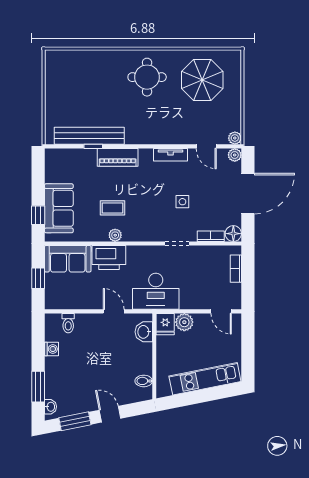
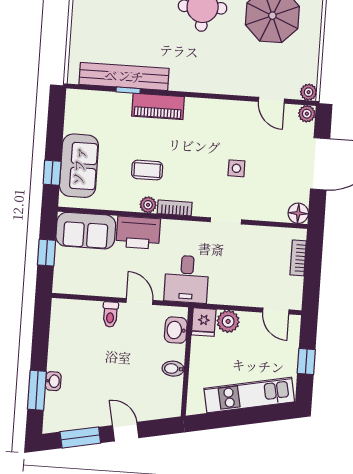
tv unit: (170, 155) -> (225, 108), removed
bookcase: (211, 236) -> (175, 208), moved
desk: (156, 291) -> (187, 279), width x0.73
toilet: (68, 323) -> (110, 314), moved
washing machine: (51, 349) -> (57, 344), removed
window: (248, 349) -> (306, 361), added
bidet: (144, 381) -> (173, 369), moved
washbasin: (50, 407) -> (53, 381), moved

